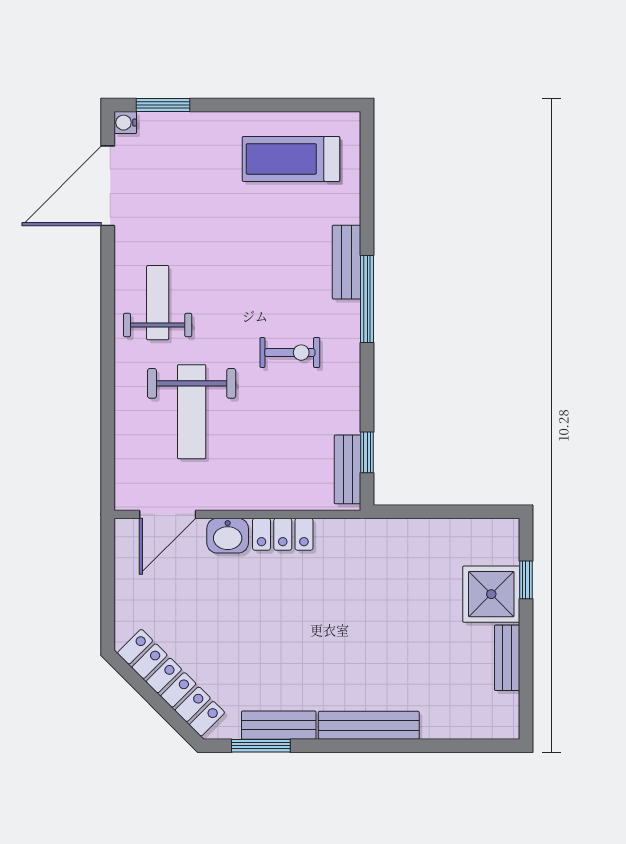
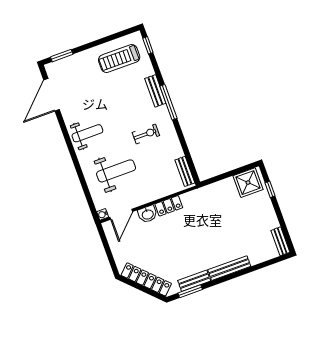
water cooler: (125, 123) -> (103, 214), moved
weight bench: (158, 303) -> (87, 133), turned 90
weight bench: (192, 412) -> (116, 171), turned -90
window: (367, 452) -> (148, 45), moved
shower: (491, 594) -> (248, 183), moved
bench: (507, 658) -> (280, 241), moved

